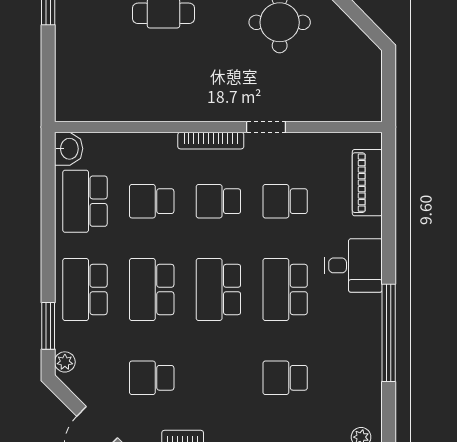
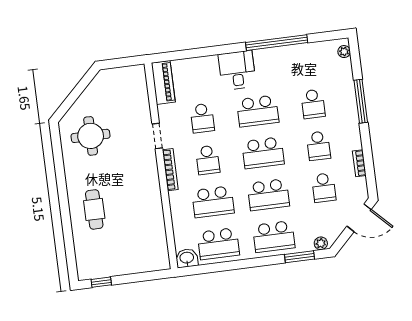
piano: (367, 183) -> (163, 82), moved, turned -90
school desk: (152, 201) -> (213, 202), width x1.85
school desk: (218, 378) -> (318, 146), added

